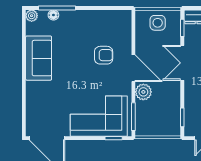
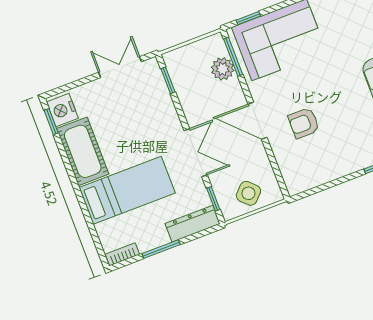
side table: (158, 23) -> (248, 193), turned 45
plant: (143, 92) -> (223, 69), moved

